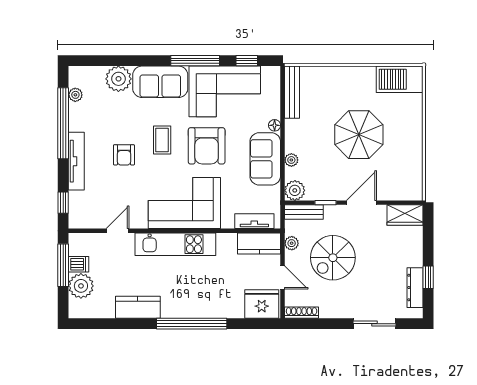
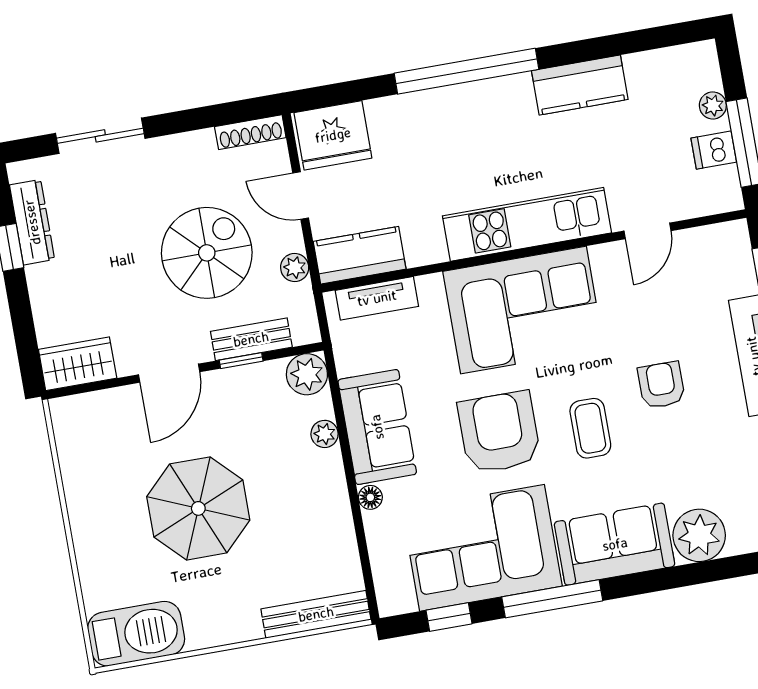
bench: (292, 92) -> (316, 614), moved, turned 90
bench: (304, 212) -> (251, 339), moved
plant: (81, 286) -> (713, 105), width x0.53, depth x0.53

